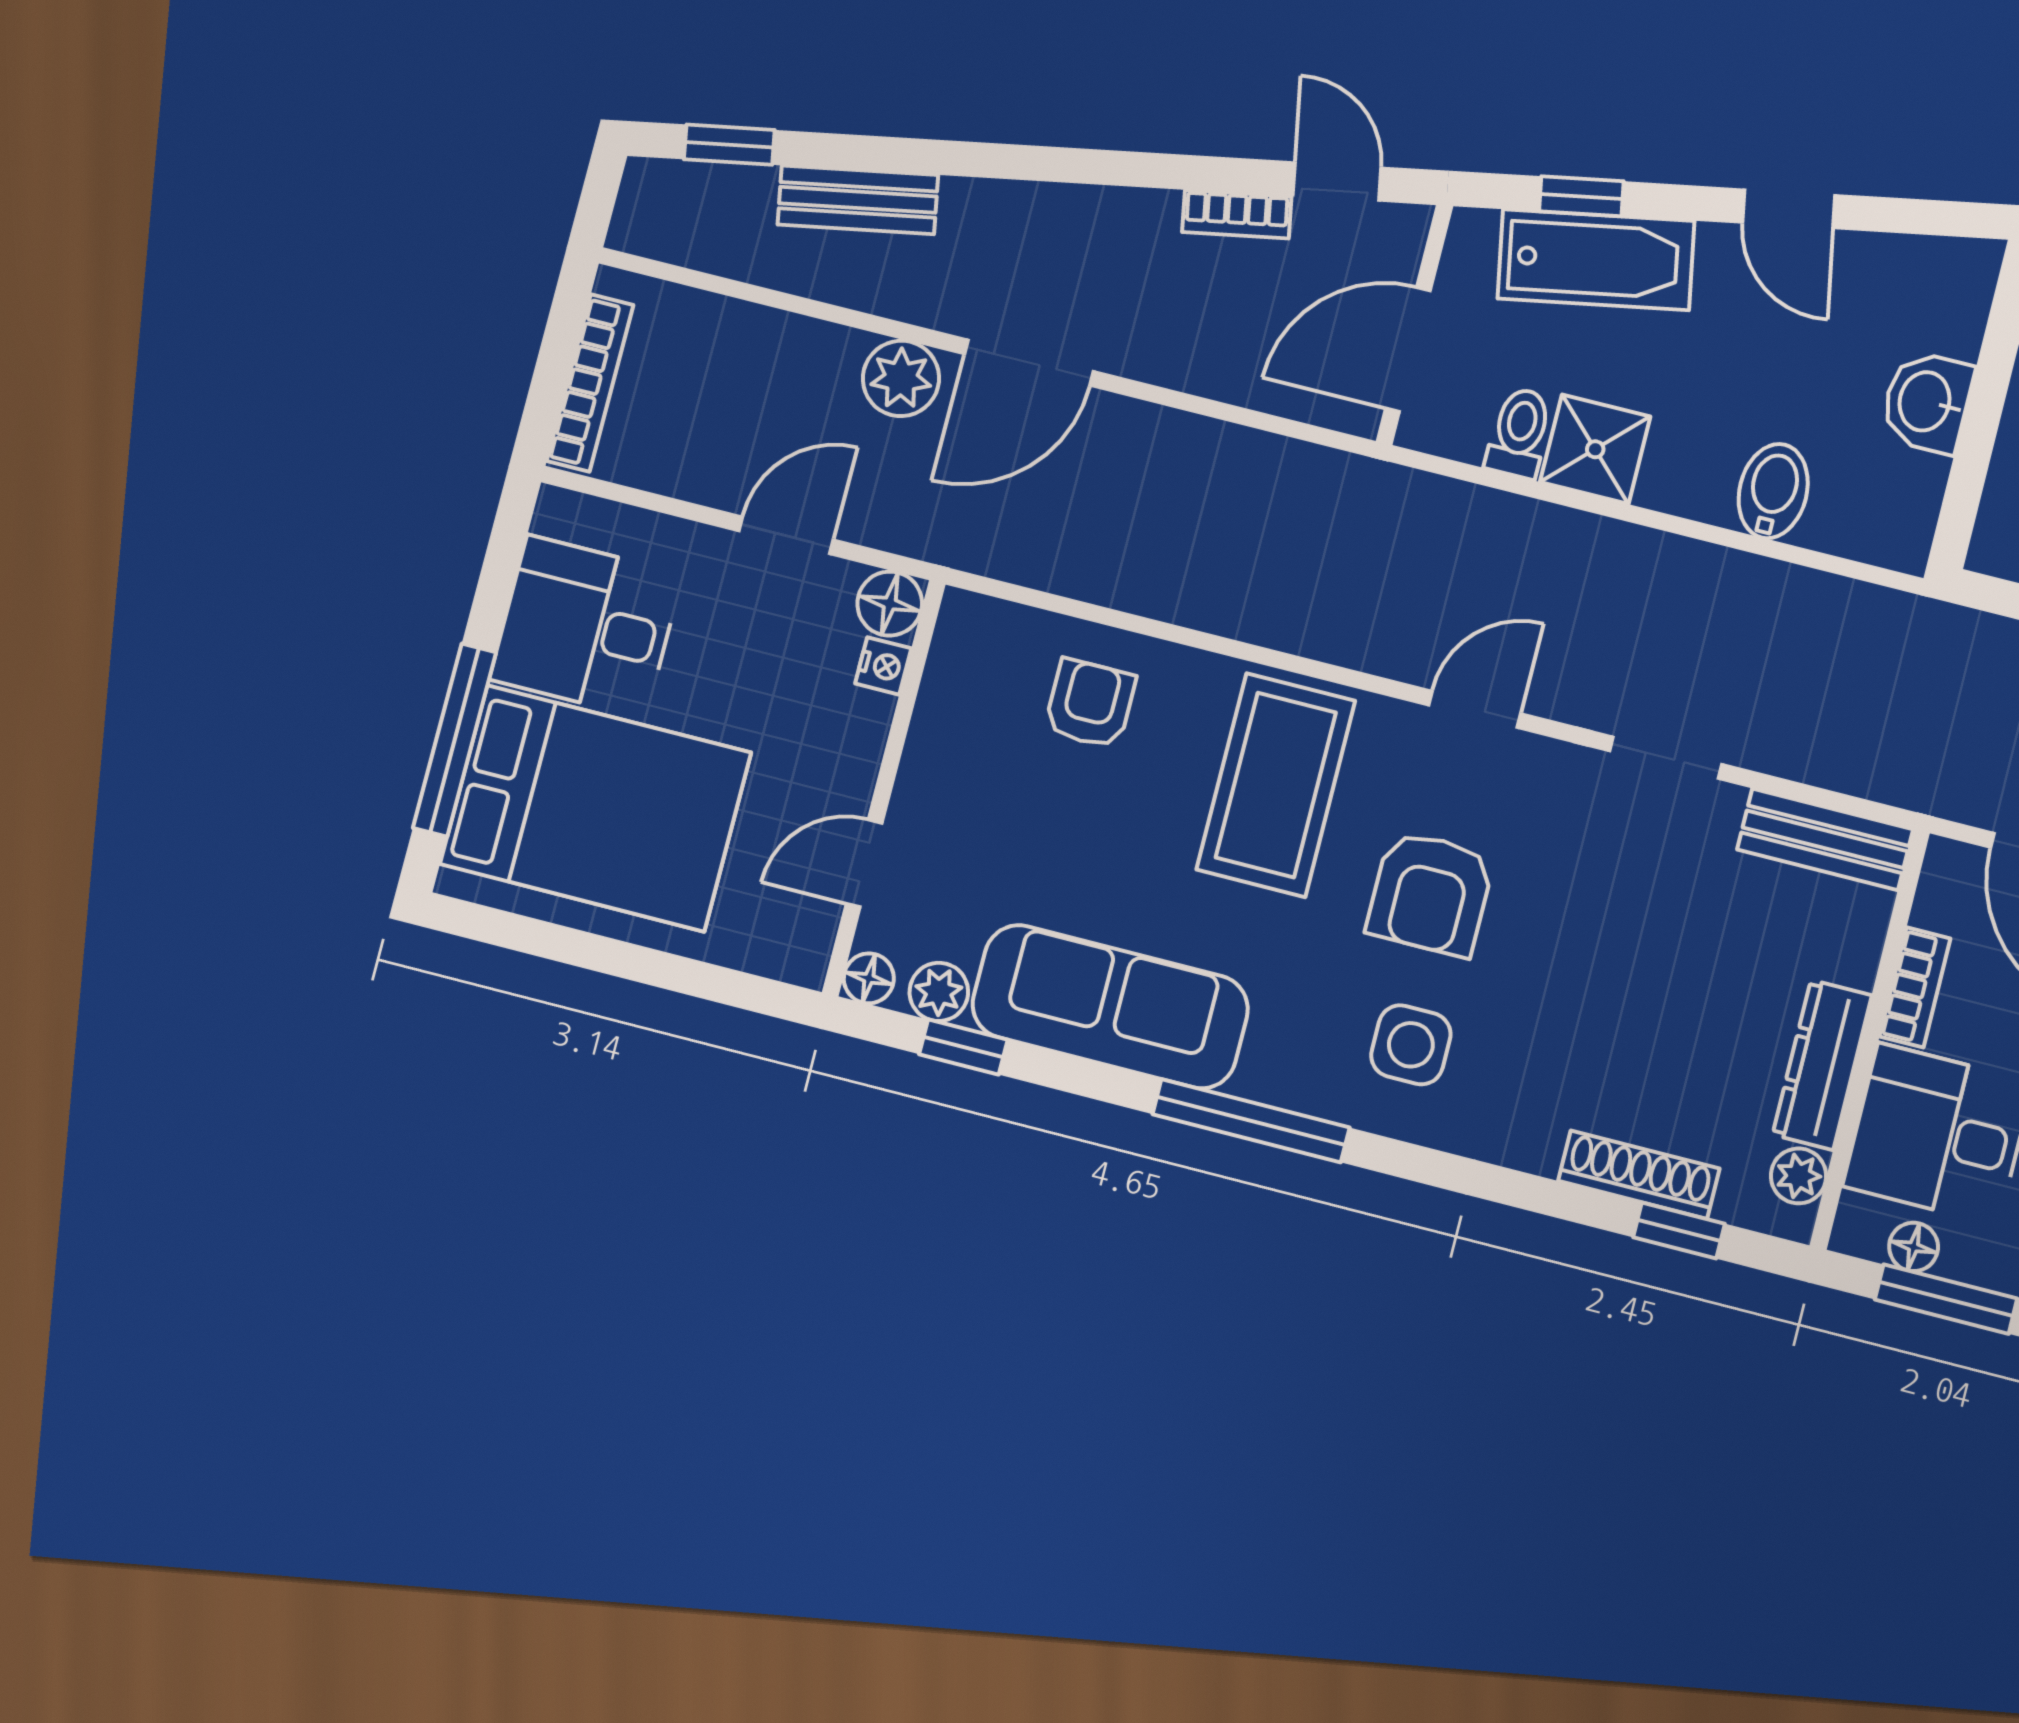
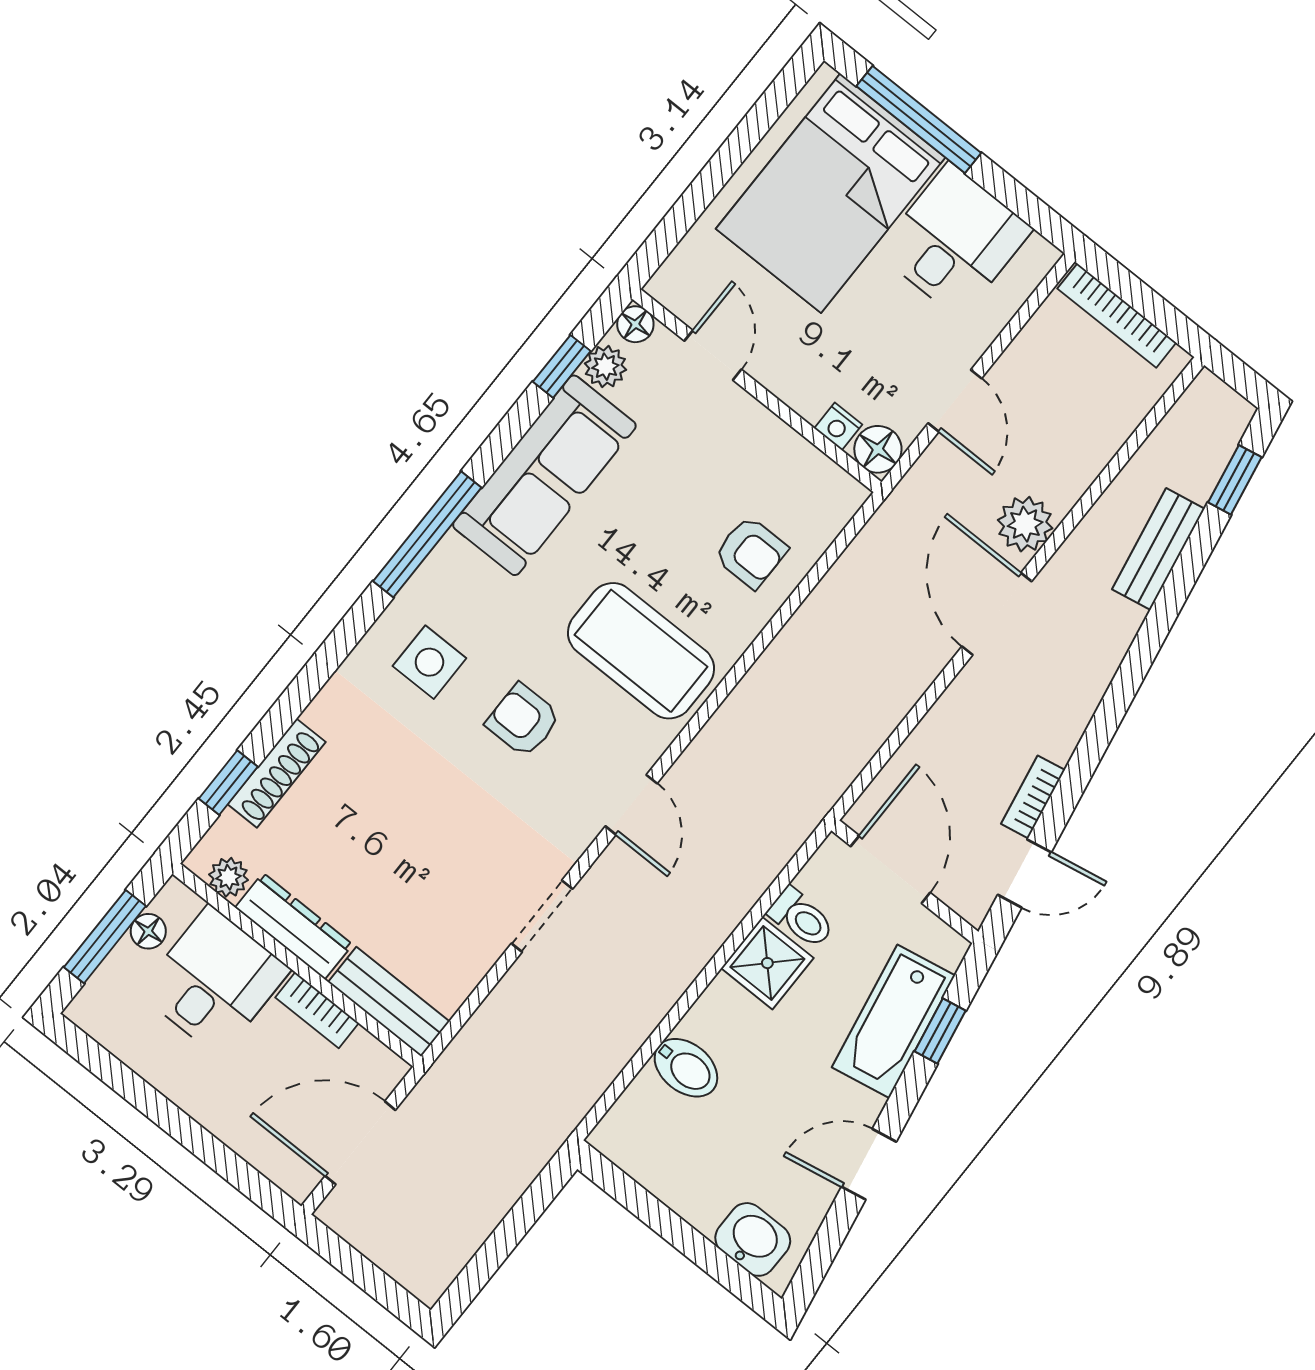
washbasin: (1927, 402) -> (753, 1239), moved
bench: (1825, 839) -> (389, 1002), moved, turned 90
armchair: (1430, 893) -> (523, 720), width x0.72, depth x0.72

